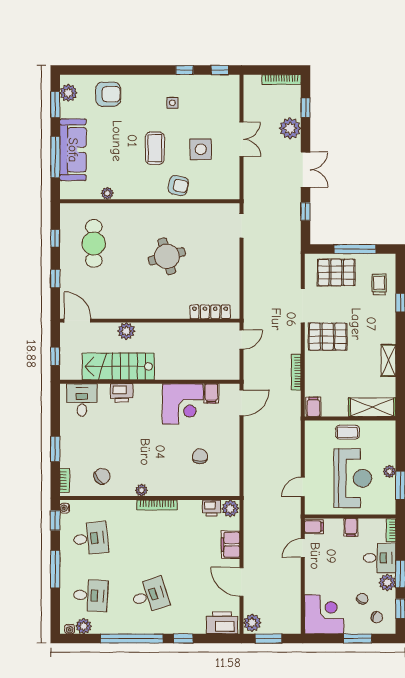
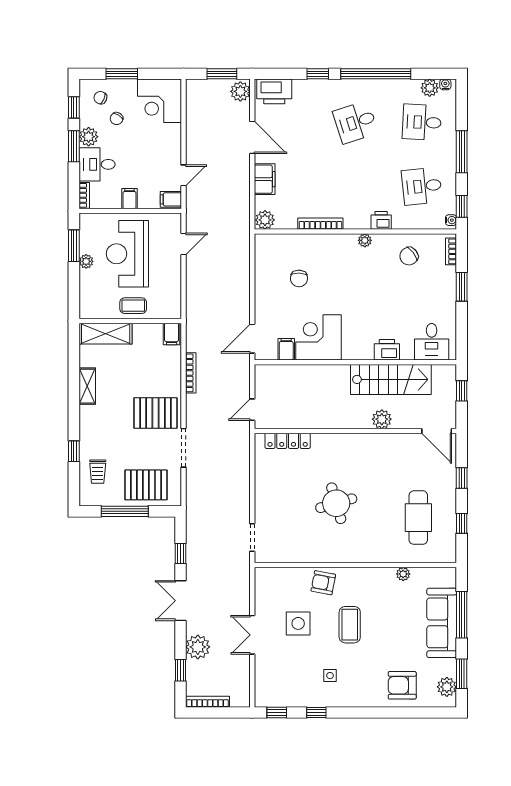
bookcase: (157, 505) -> (320, 224), moved
printer: (212, 508) -> (381, 220), moved

